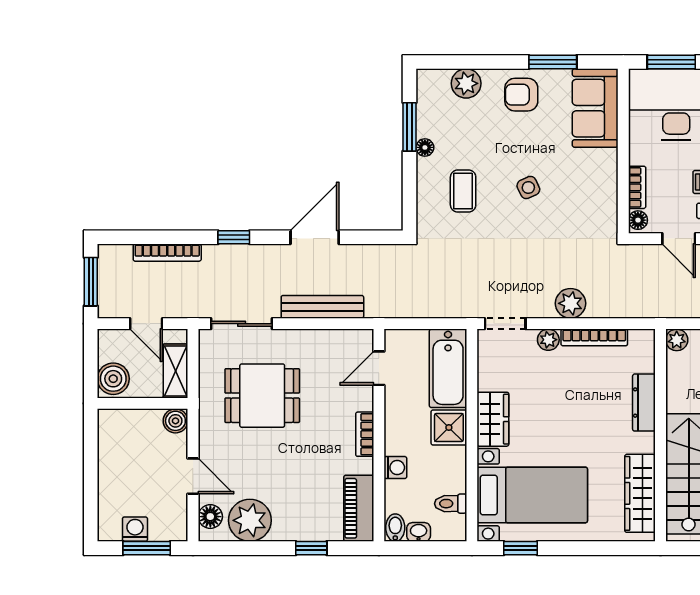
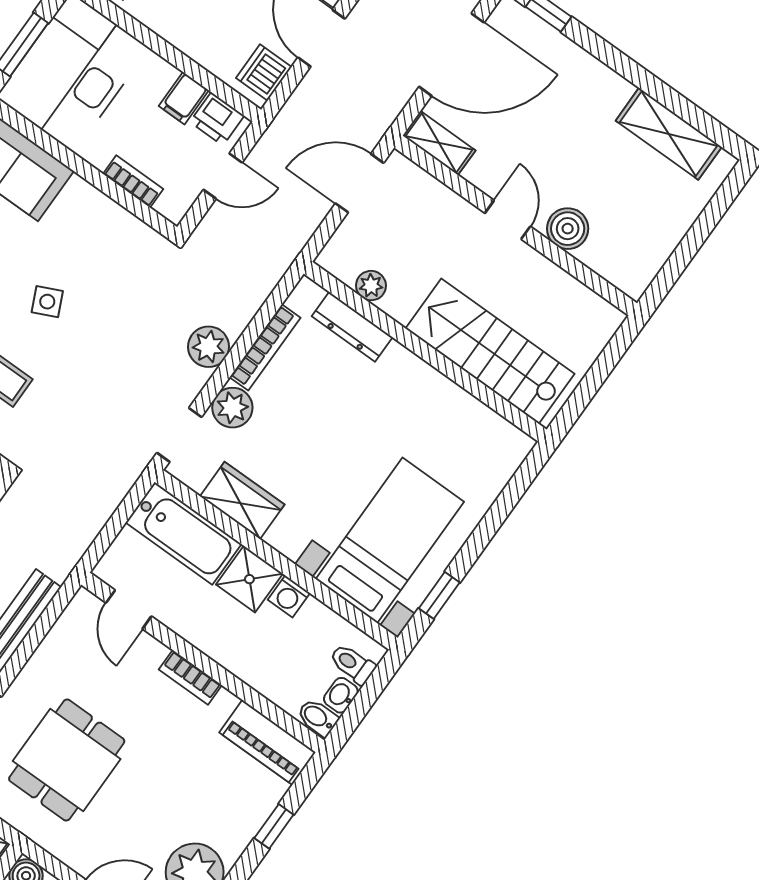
floor lamp: (638, 220) -> (170, 206), removed
plant: (548, 340) -> (232, 408), width x1.38, depth x1.38
plant: (677, 340) -> (371, 286), moved
dresser: (644, 403) -> (352, 327), moved
wardrobe: (493, 419) -> (242, 500), moved
washing machine: (395, 468) -> (289, 596), moved, turned 180
wardrobe: (640, 493) -> (473, 420), removed
toilet: (451, 504) -> (352, 664), moved, turned 90

